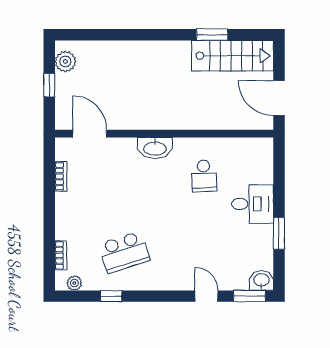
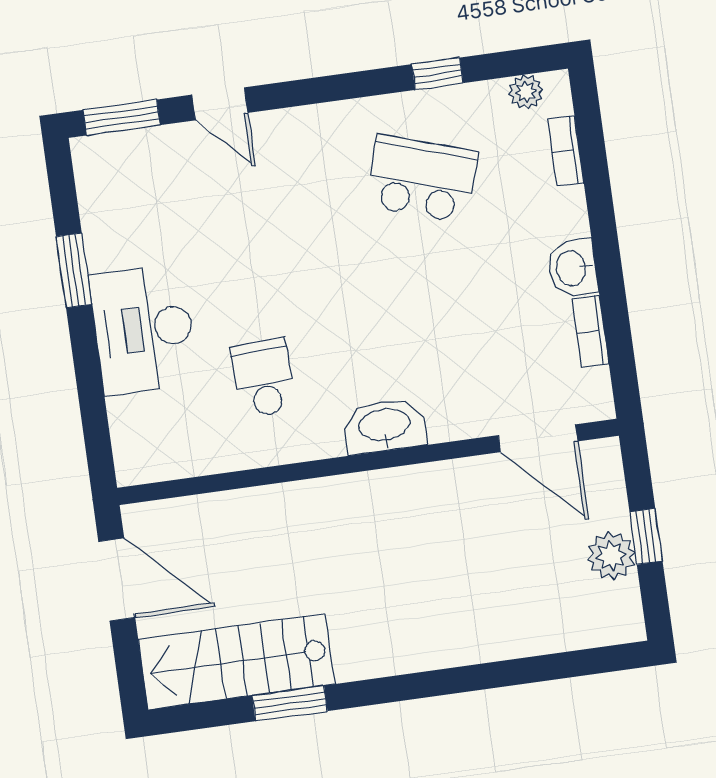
plant: (65, 62) -> (611, 556), moved
desk: (253, 204) -> (143, 329), width x1.37
school desk: (124, 252) -> (422, 178), turned 36
washbasin: (261, 280) -> (572, 268), moved, turned 90

